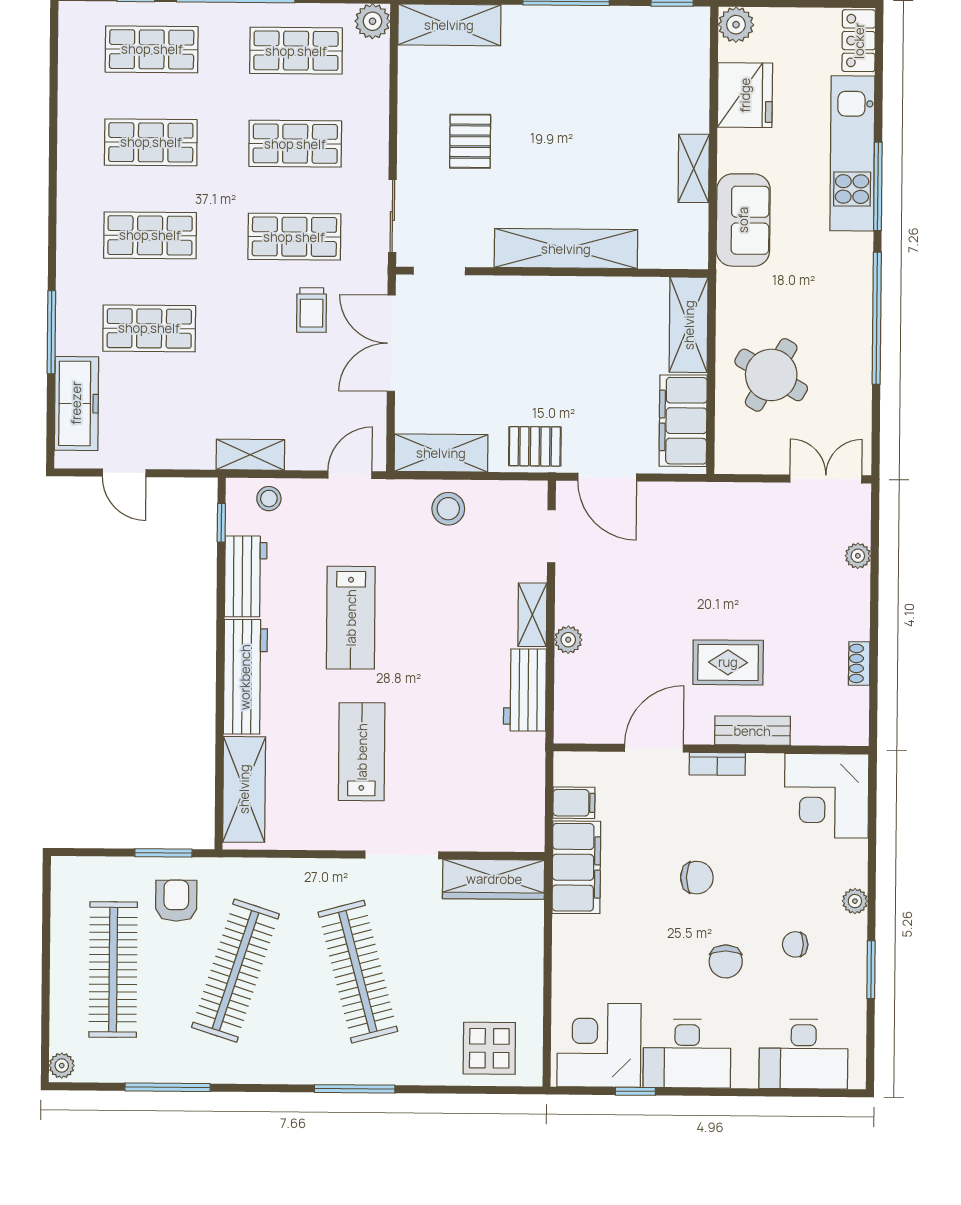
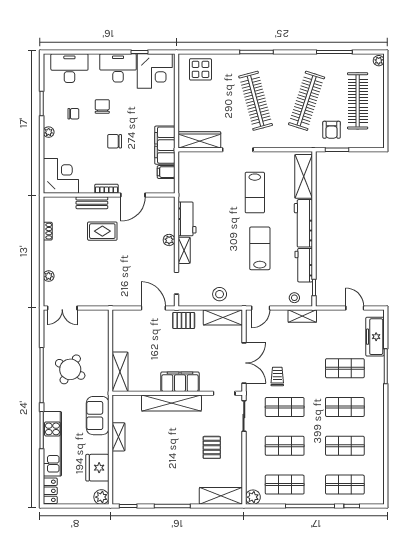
round table: (771, 375) -> (70, 369), moved
filing cabinet: (683, 421) -> (180, 382), moved, turned -90

